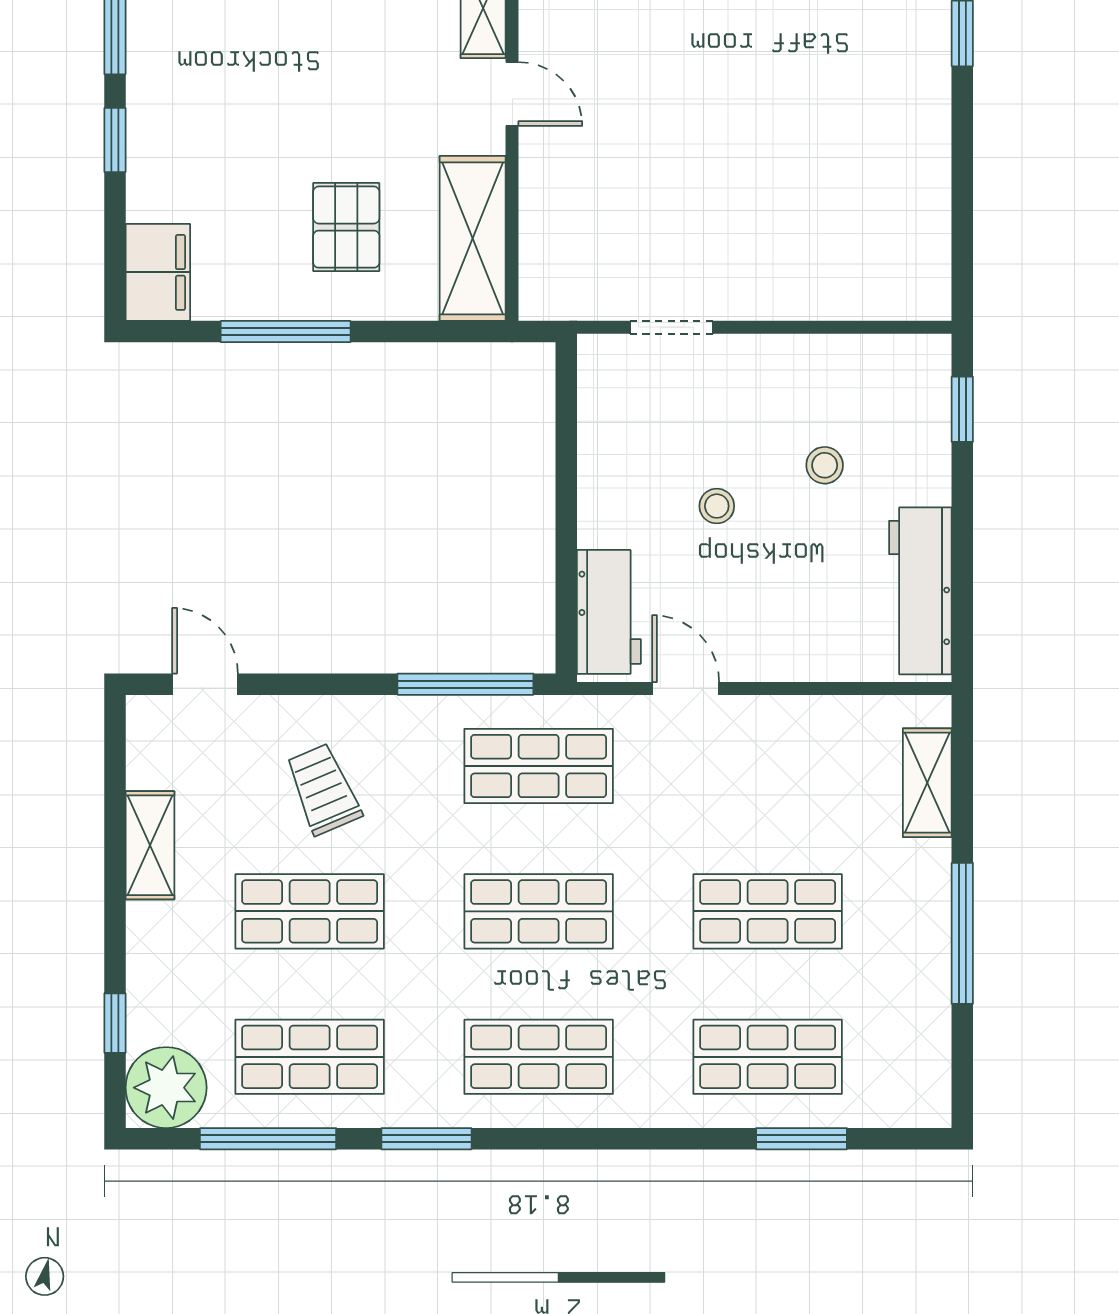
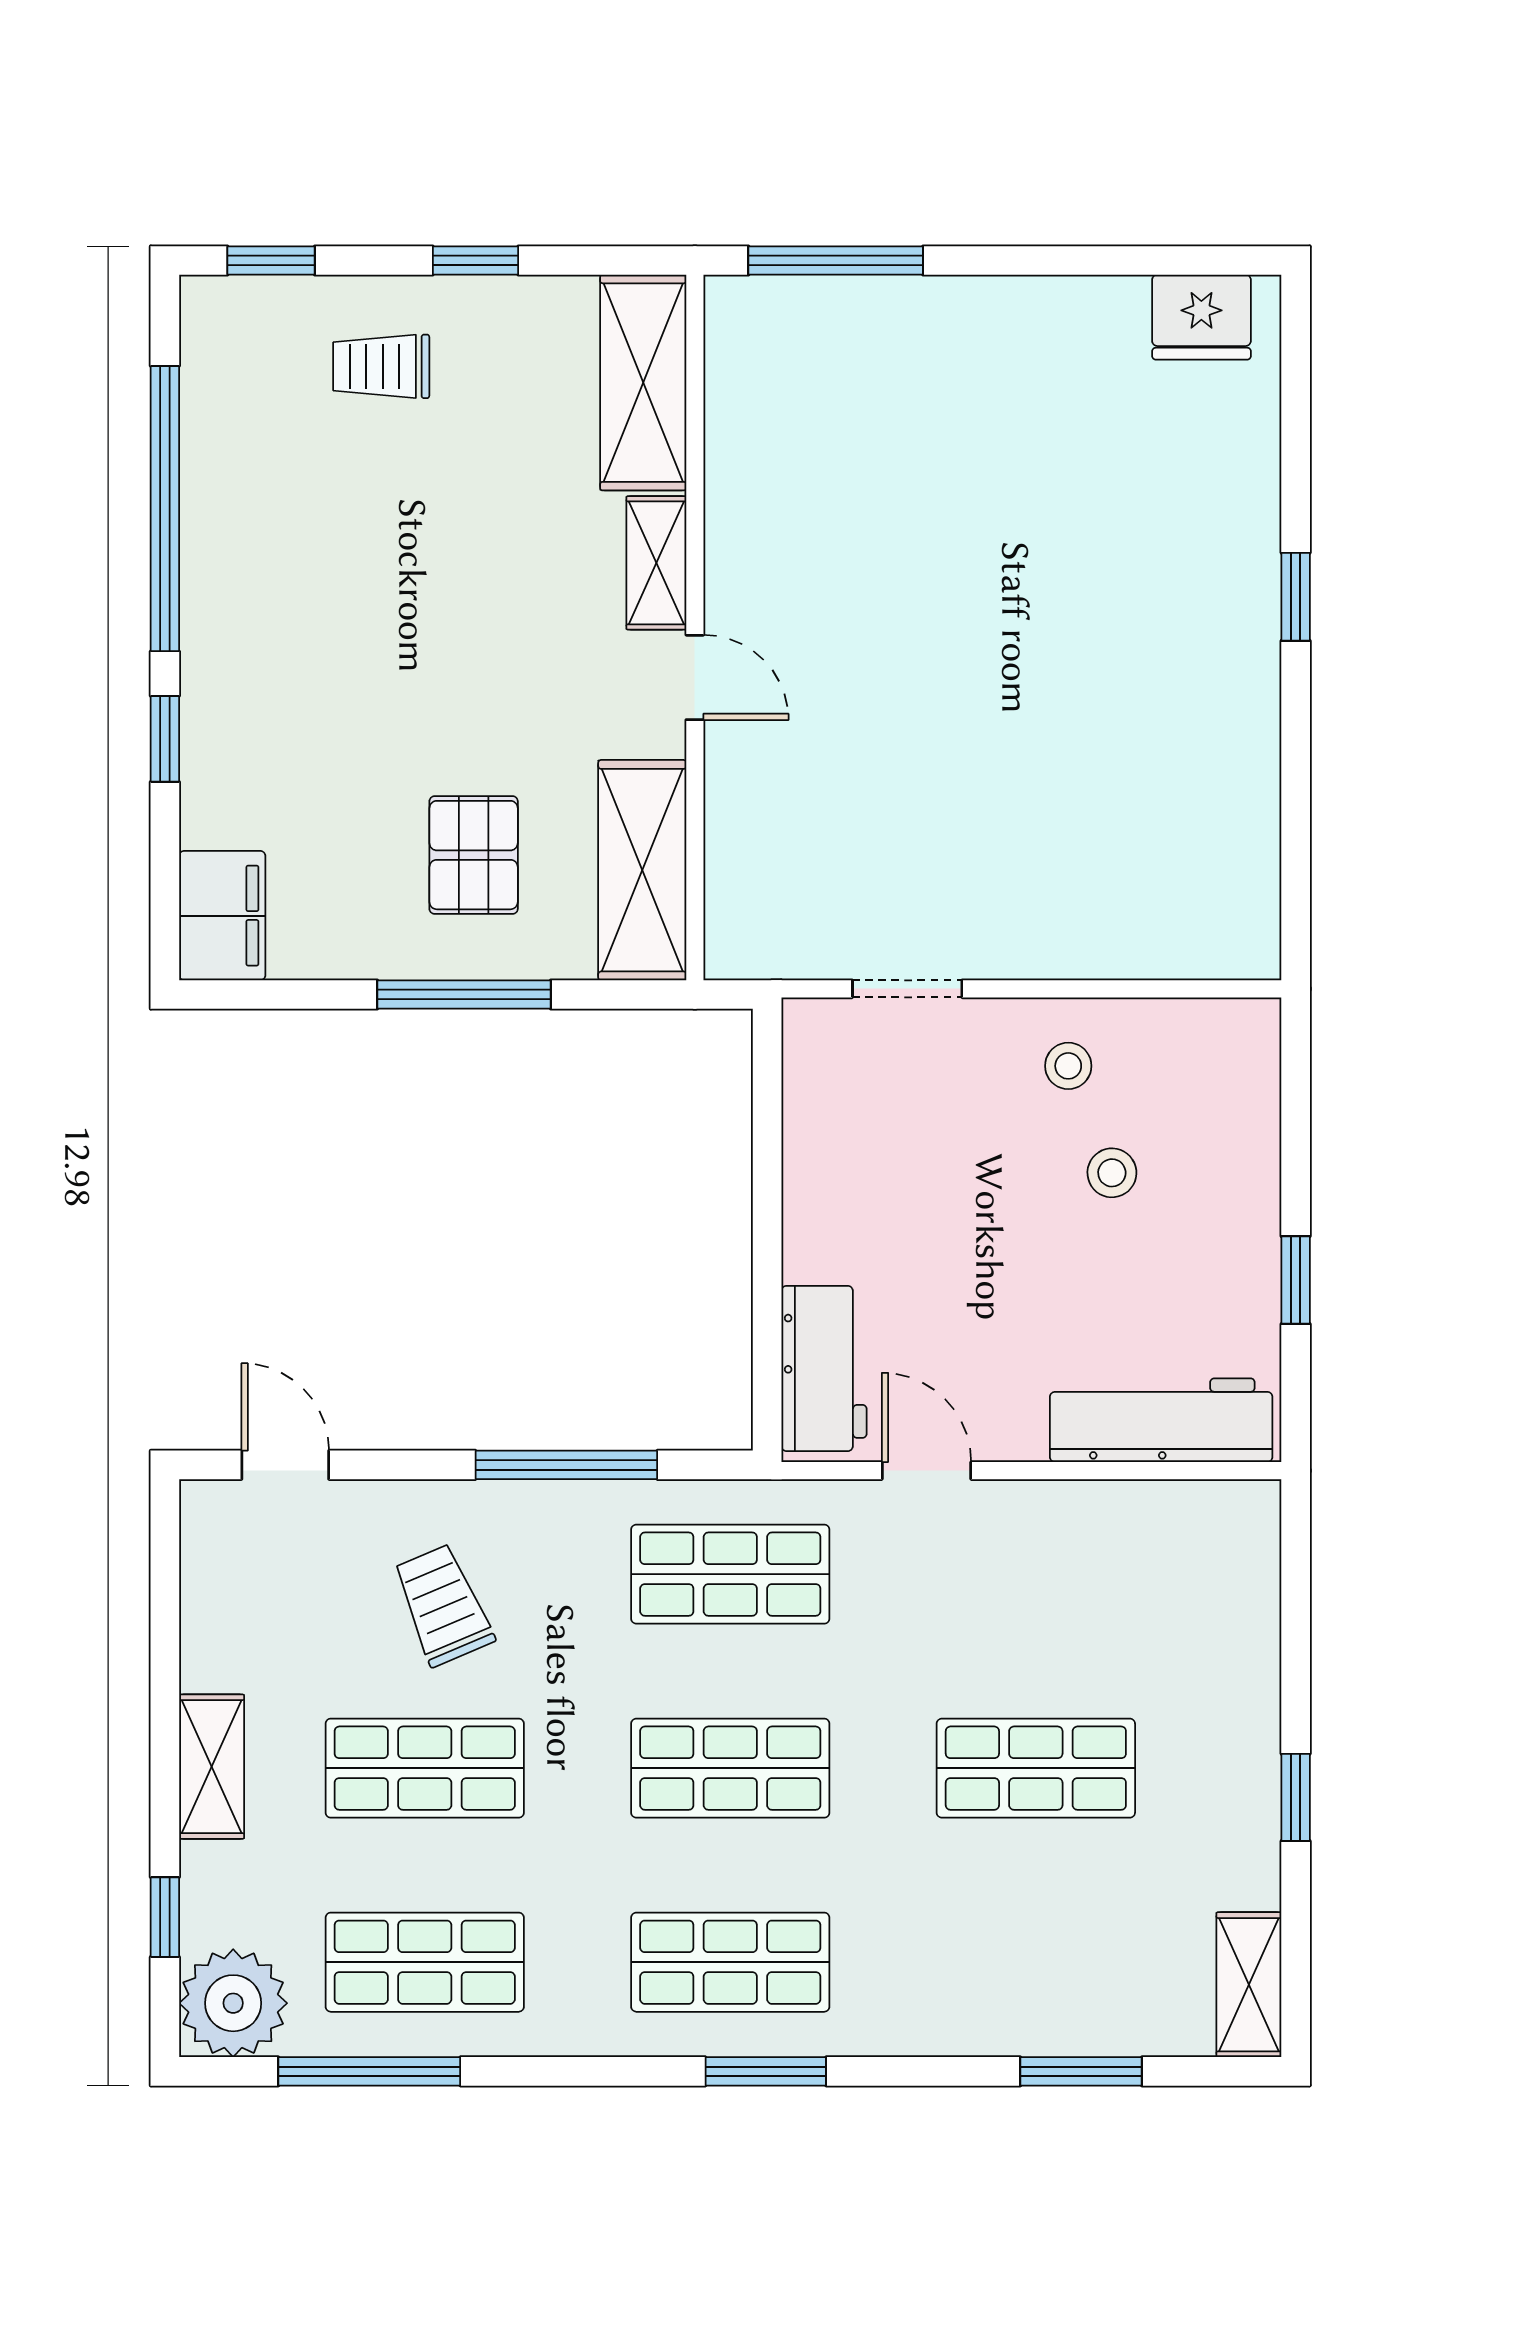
window: (286, 332) -> (464, 994), moved
window: (962, 409) -> (1296, 1280), moved
stool: (717, 506) -> (1068, 1066), moved
workbench: (920, 591) -> (1161, 1420), moved, turned 90
window: (465, 684) -> (566, 1465), moved
shelving: (927, 783) -> (1249, 1985), moved
shelving: (150, 845) -> (212, 1767), moved
window: (962, 933) -> (1296, 1797), width x0.46
shop shelf: (768, 1057) -> (1036, 1962), removed
window: (426, 1139) -> (766, 2071), moved

